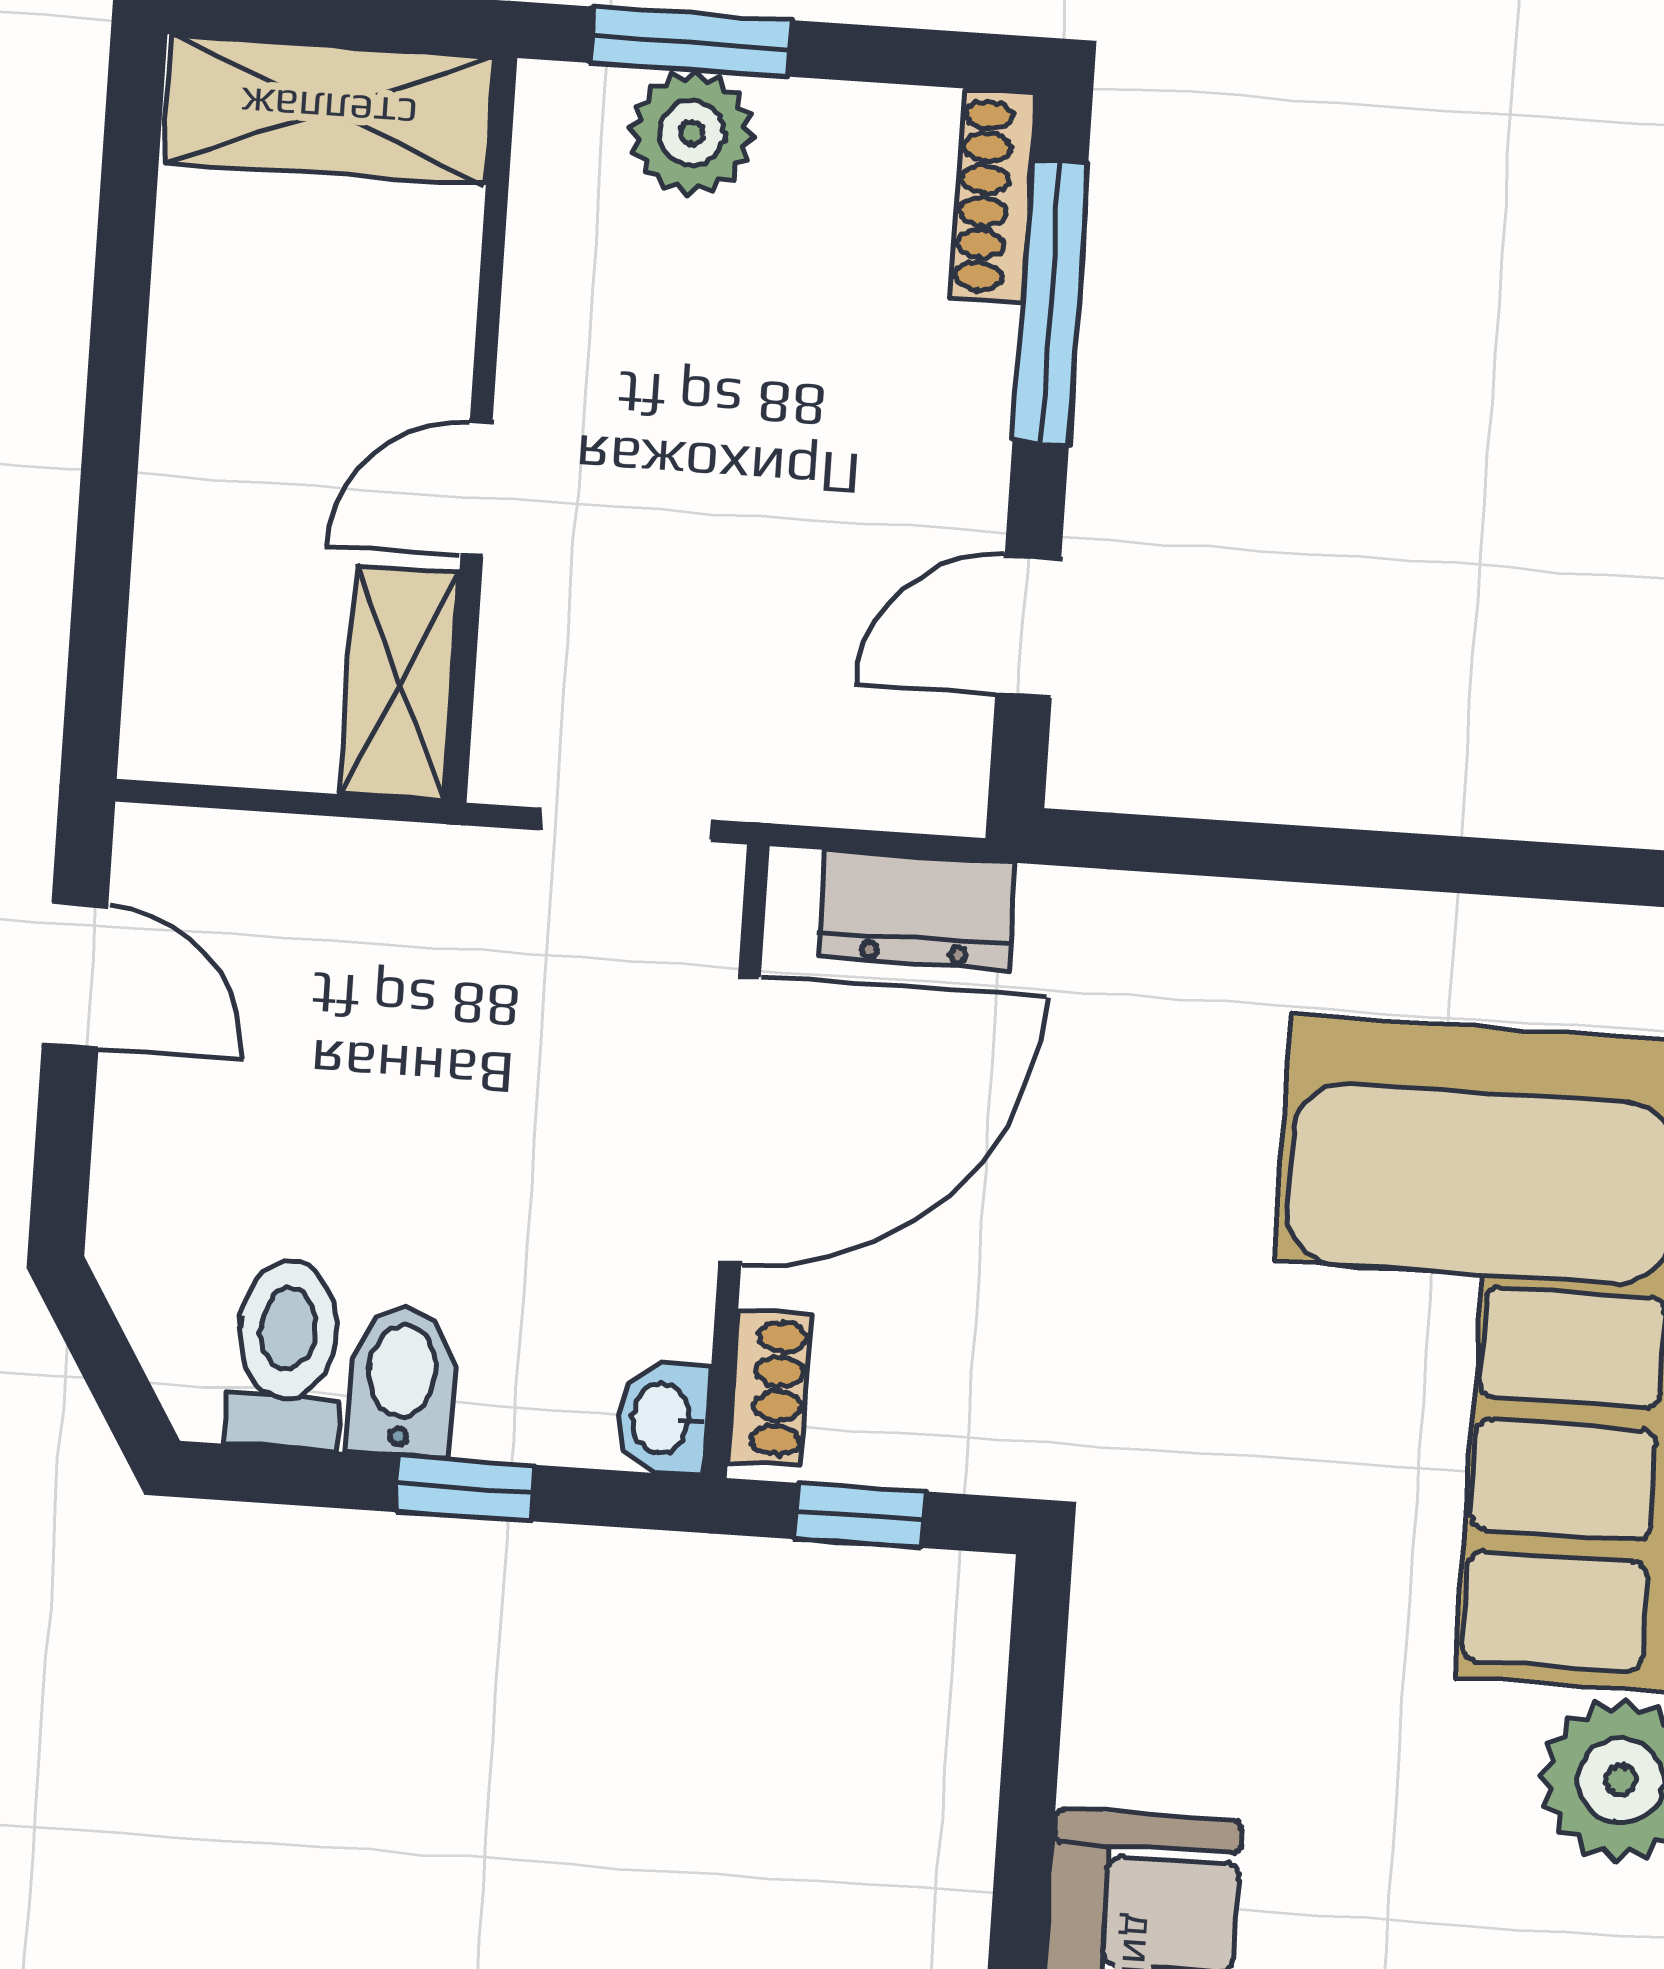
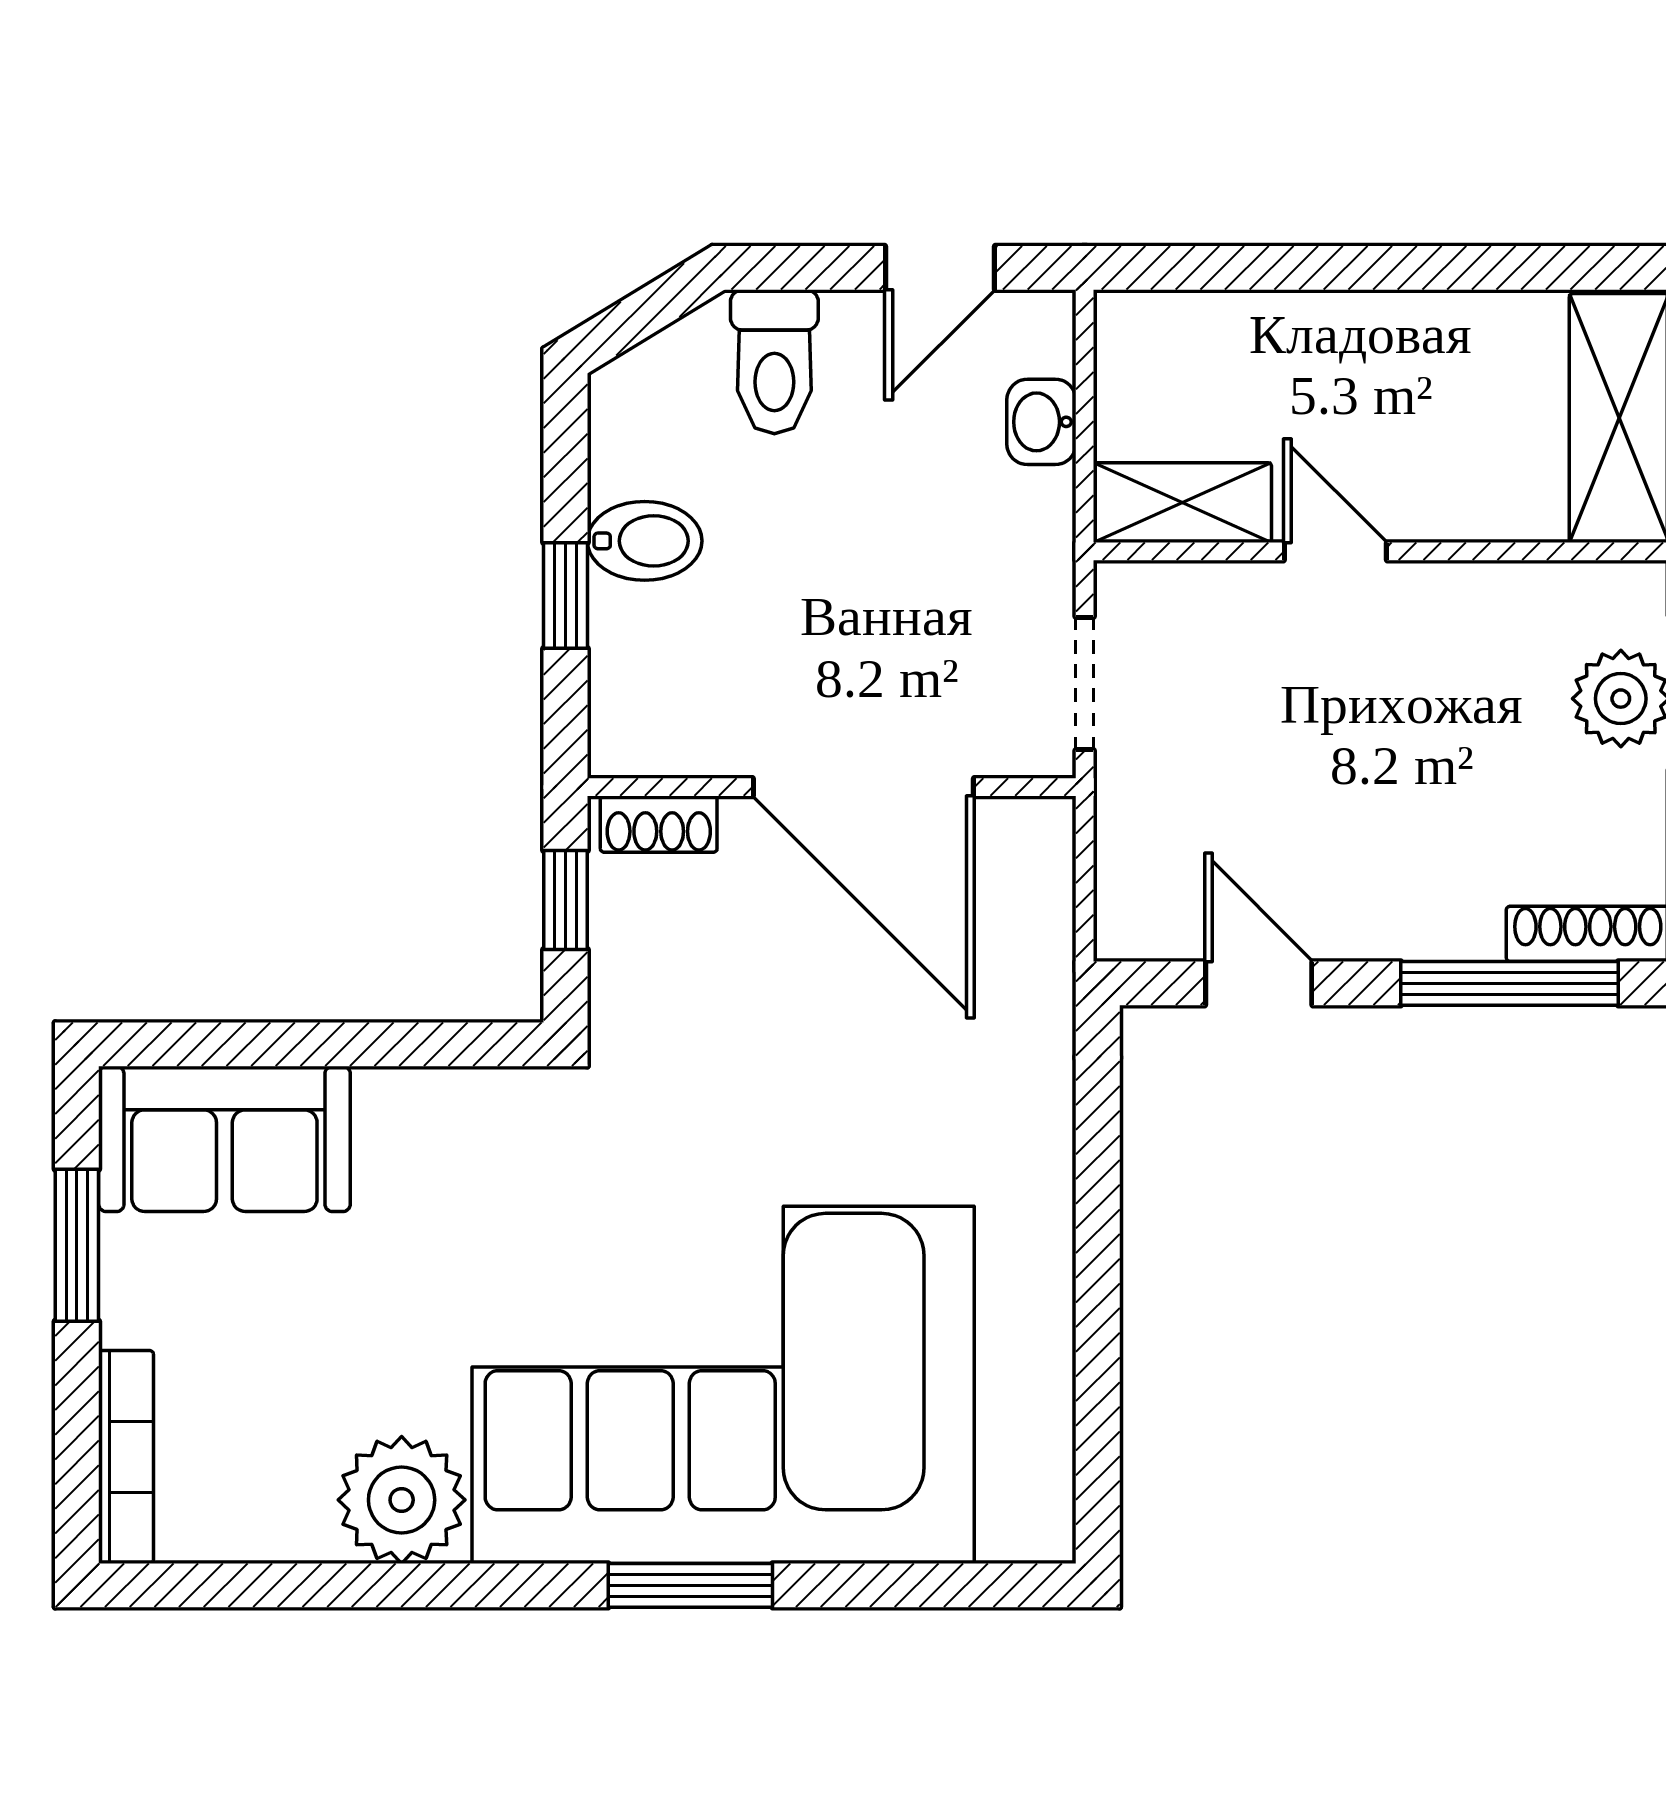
dresser: (917, 910) -> (1034, 912), removed
toilet: (286, 1354) -> (774, 362), moved, turned 90
washbasin: (663, 1418) -> (1041, 422), moved, turned -90

